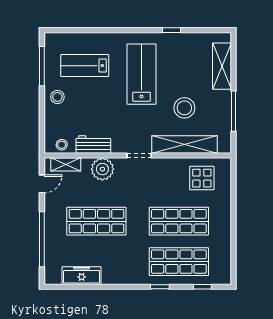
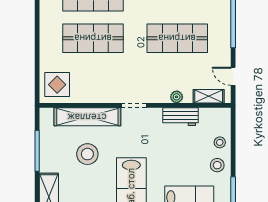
stool: (62, 145) -> (220, 142), moved
plant: (102, 169) -> (177, 97), width x0.53, depth x0.53
display table: (202, 178) -> (57, 85), moved
door: (42, 184) -> (233, 76), hinge flipped

